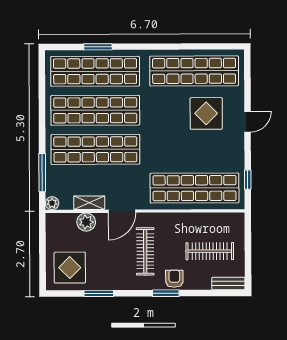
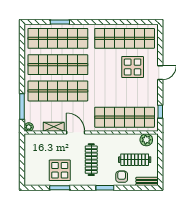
door: (122, 211) -> (76, 133), swing flipped
plant: (86, 222) -> (146, 140), moved
display table: (70, 268) -> (60, 170), moved
armchair: (174, 279) -> (122, 177), moved

